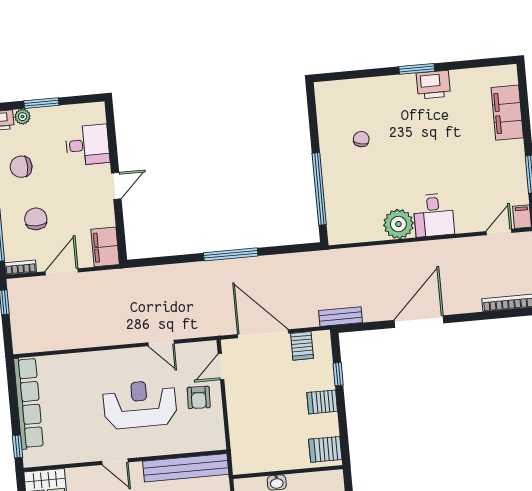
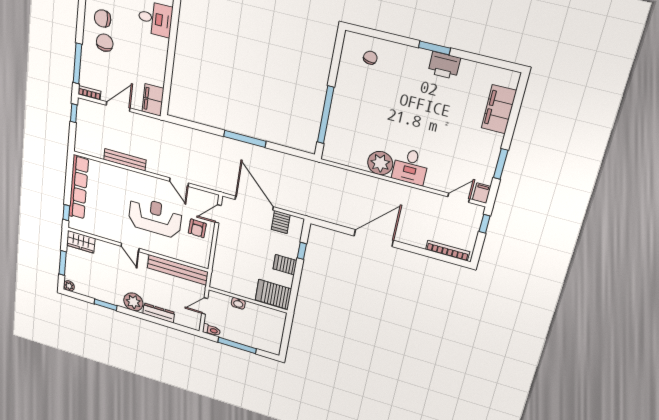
chair: (361, 139) -> (370, 58), moved
door: (116, 186) -> (170, 58), removed
chair: (36, 219) -> (105, 43), moved
bench: (341, 317) -> (125, 160), moved, width x1.36
server rack: (325, 449) -> (273, 294), width x1.36, depth x1.44

